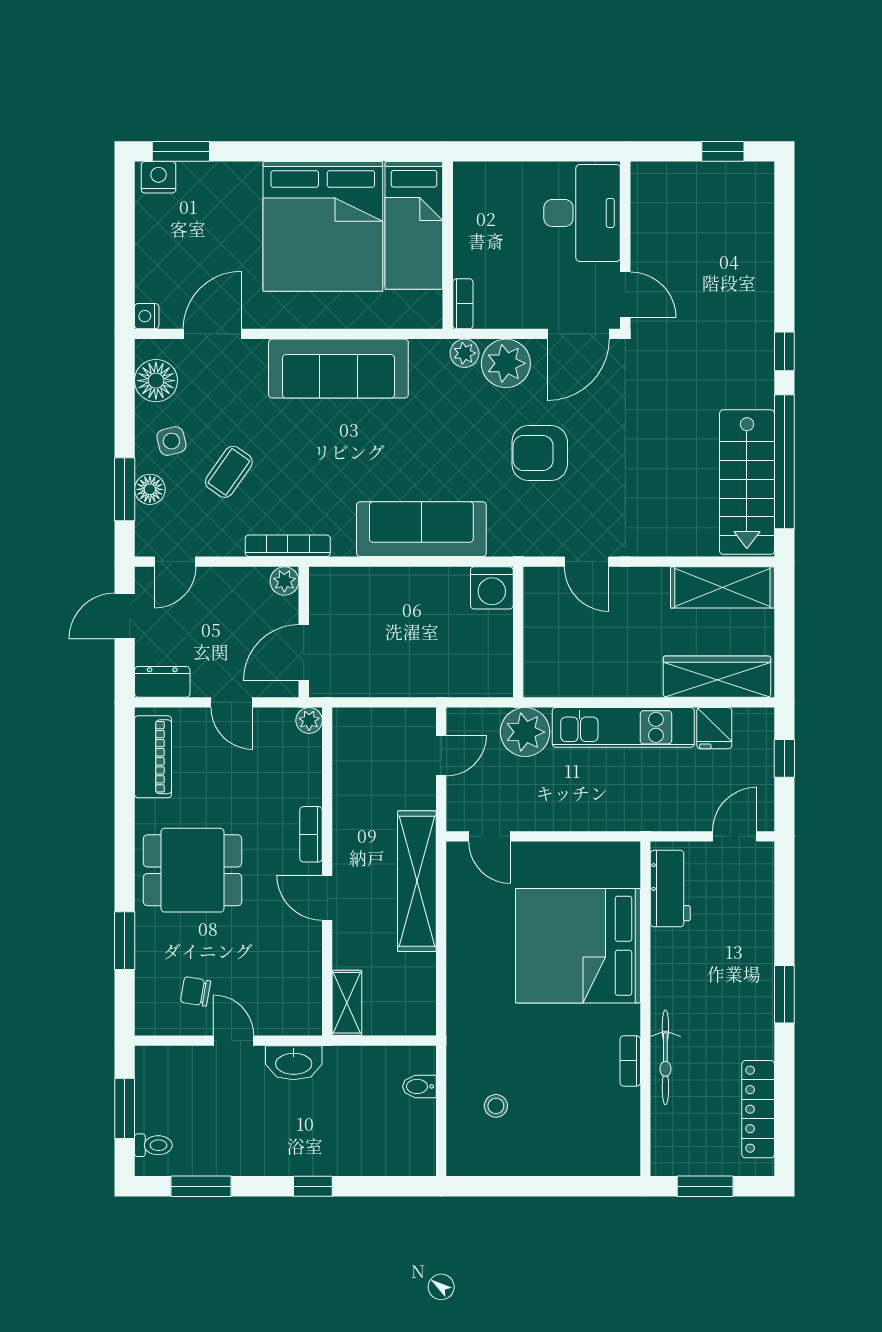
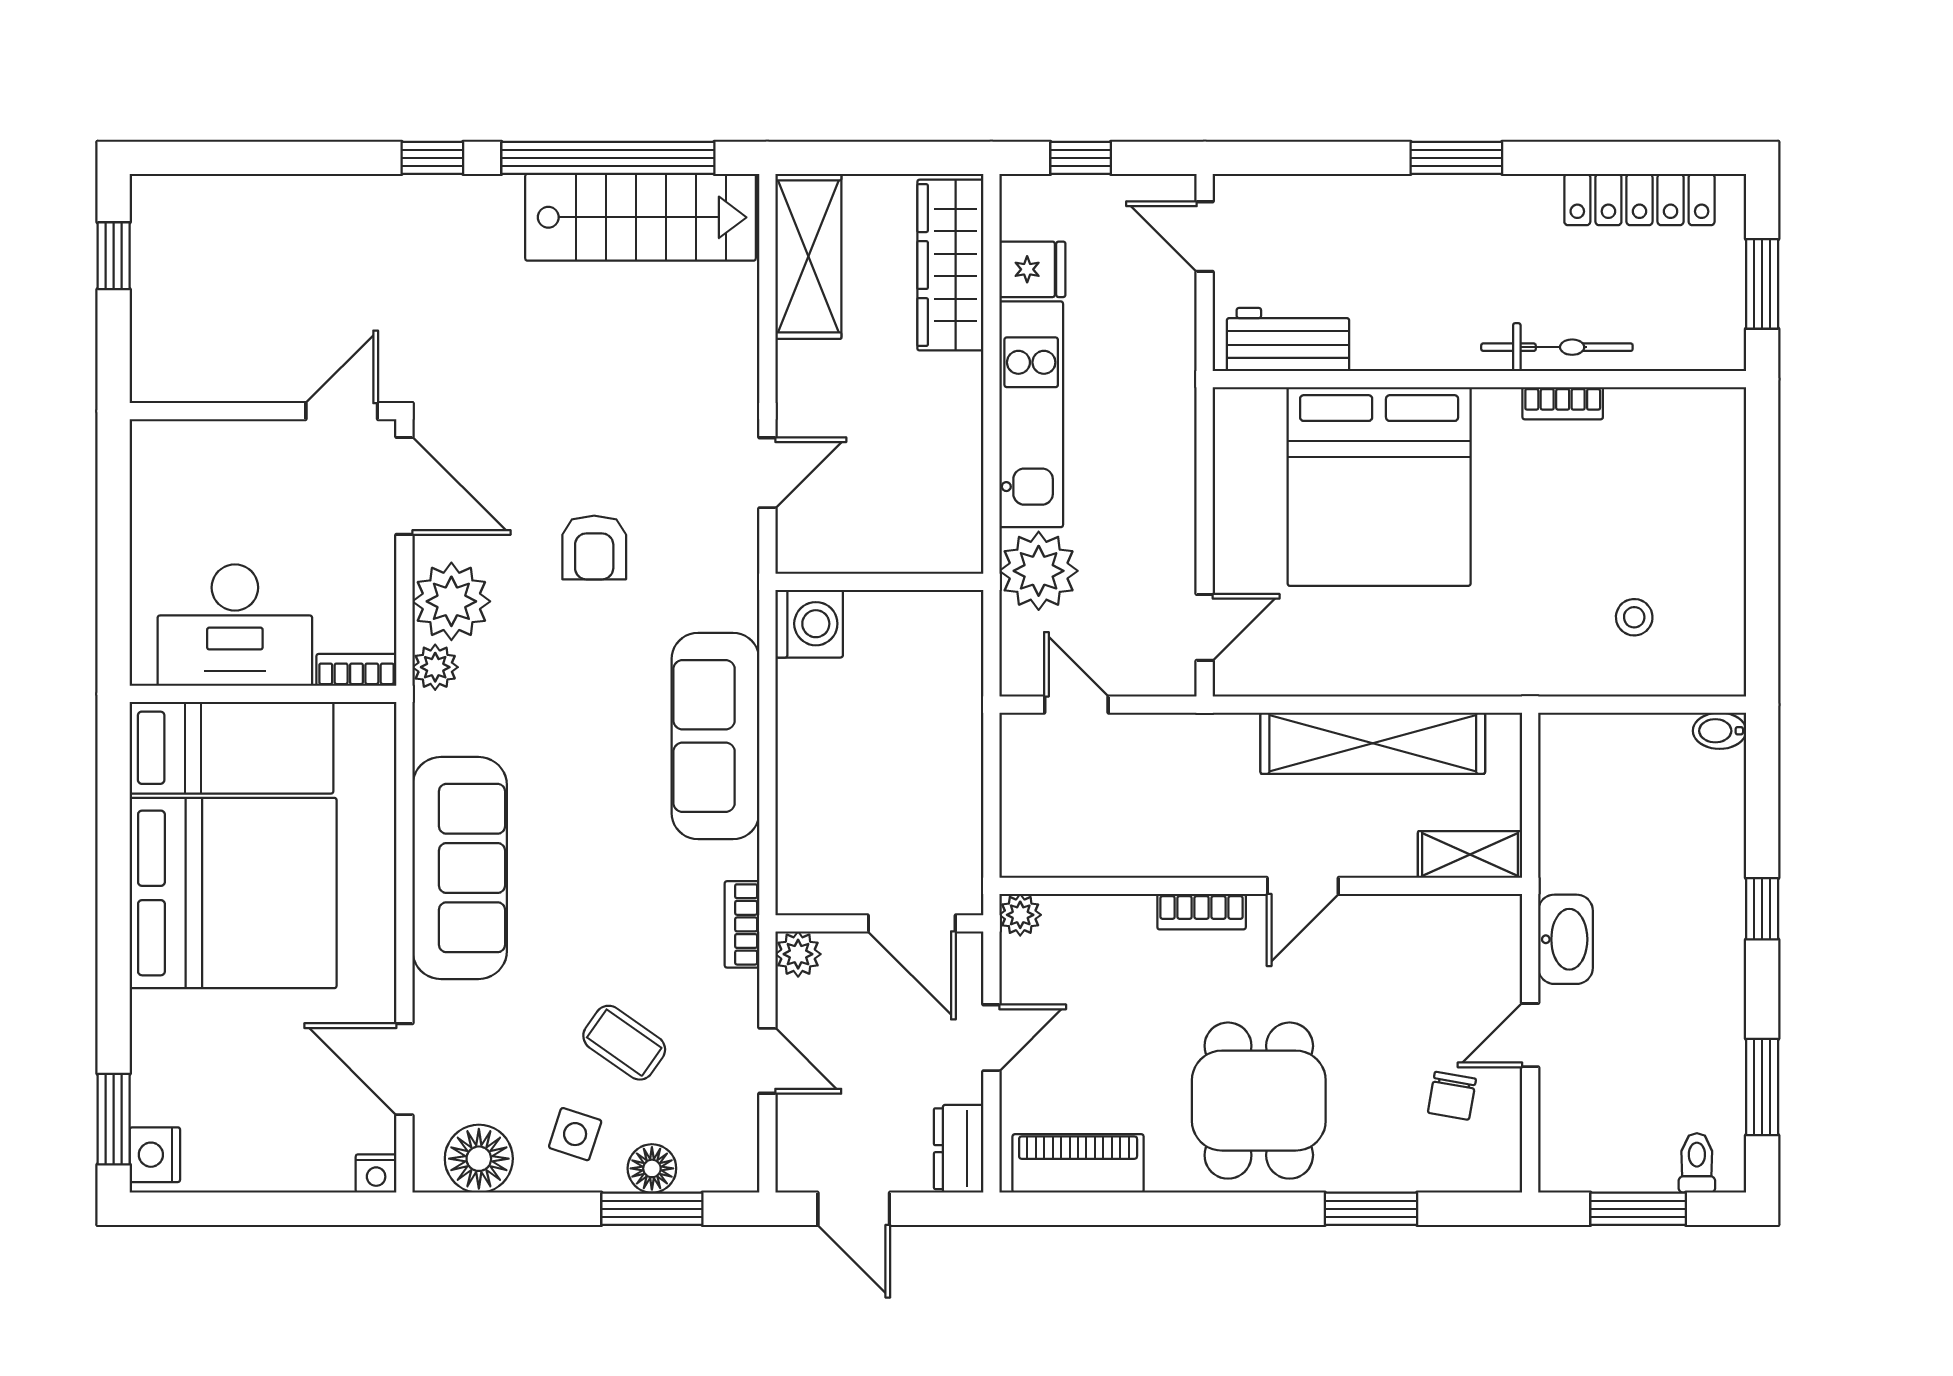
desk: (582, 213) -> (235, 625), moved, turned 180
side table: (171, 441) -> (575, 1134), turned 32
armchair: (540, 453) -> (594, 547), width x0.72, depth x0.72
bookcase: (288, 546) -> (742, 924), width x0.64
door: (175, 562) -> (767, 1061), moved
shelving: (417, 881) -> (1373, 743), moved
bidet: (419, 1086) -> (1720, 731), moved, turned 90

